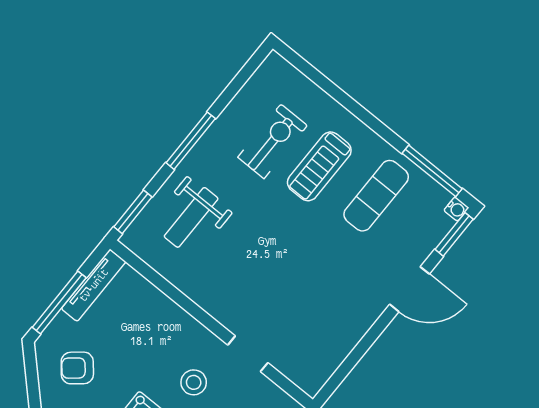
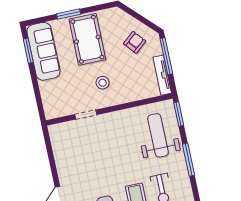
weight bench: (191, 217) -> (158, 135), width x1.36, depth x1.33
stool: (194, 382) -> (103, 83), moved

